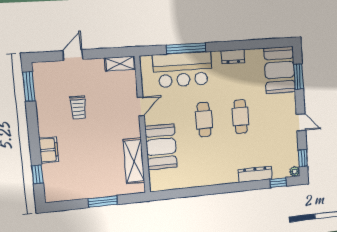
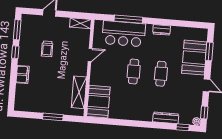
booth: (280, 70) -> (194, 58), moved
booth: (161, 147) -> (98, 102), moved
window: (38, 174) -> (15, 52), moved

